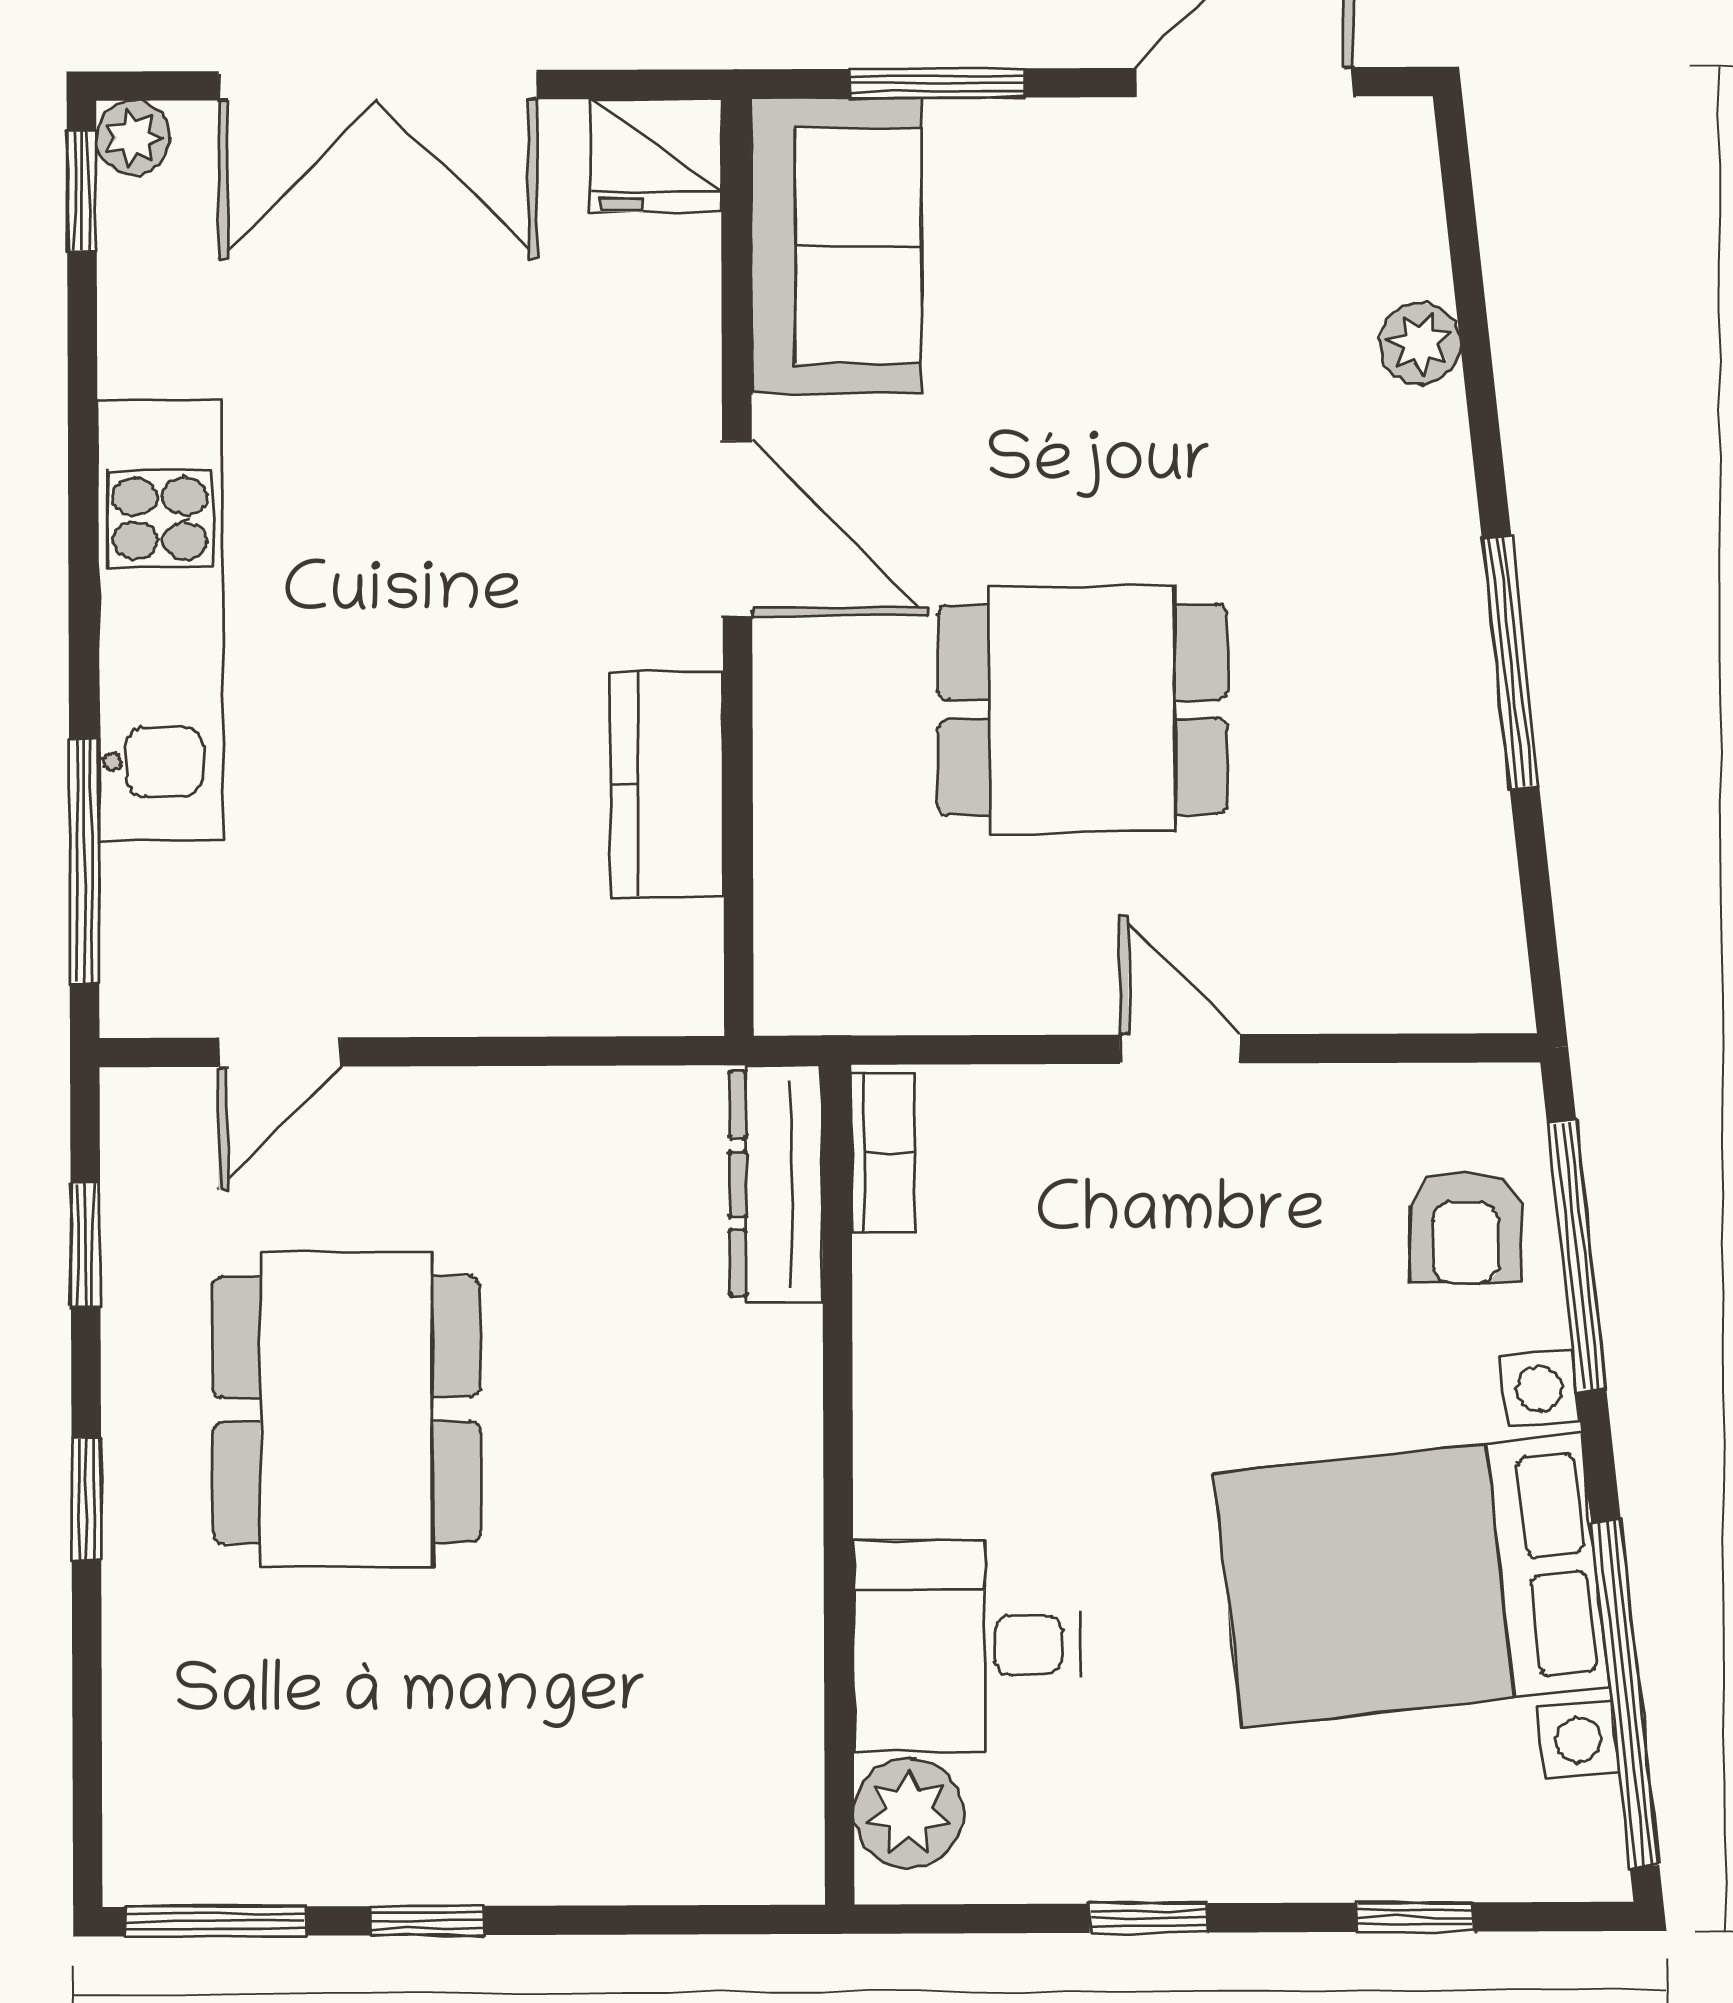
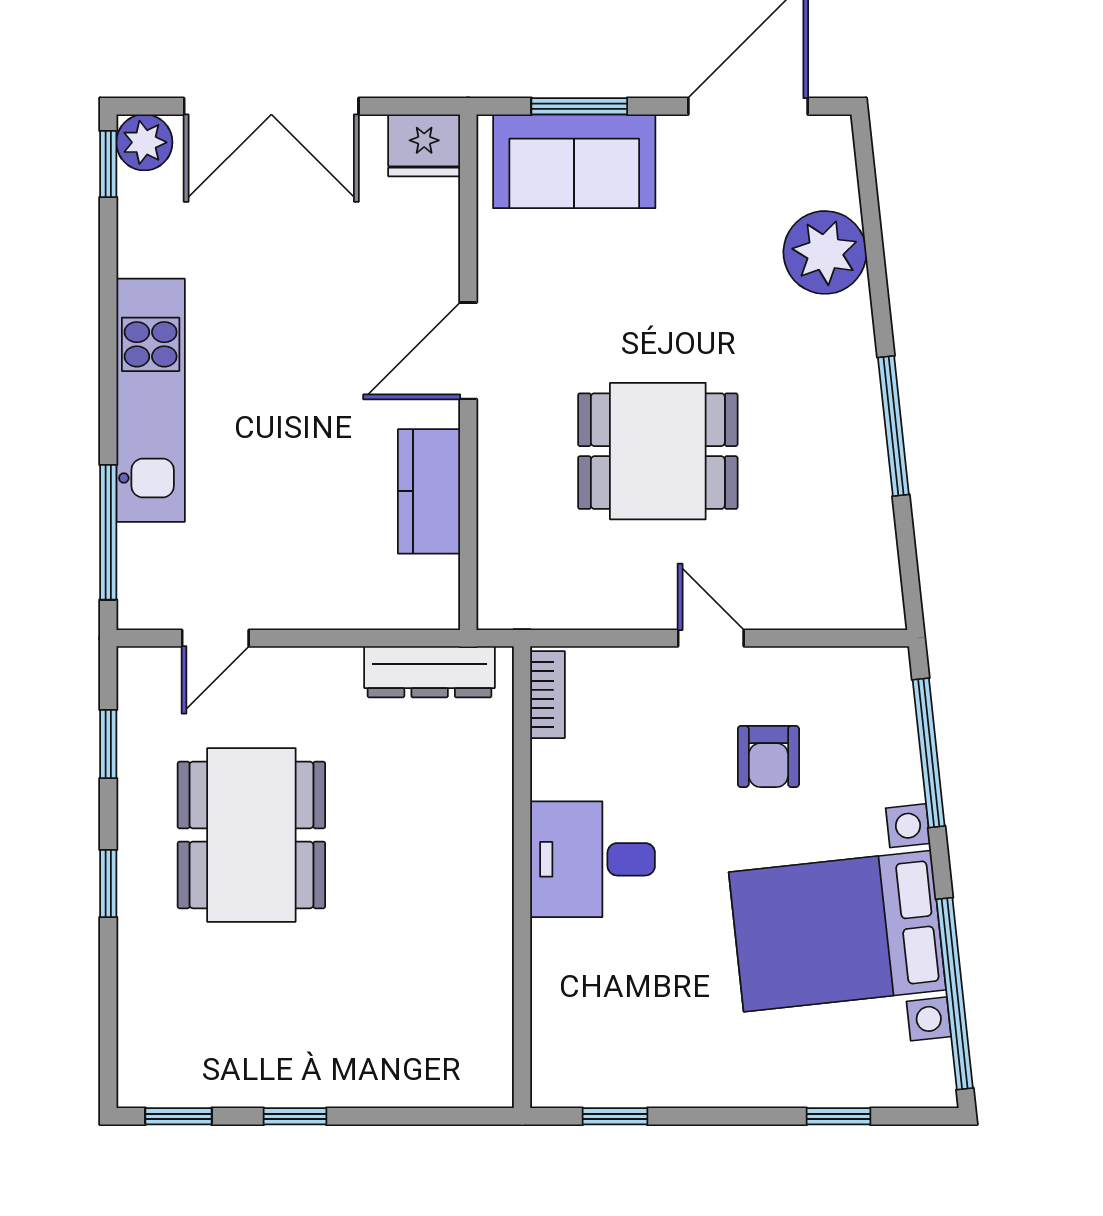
plant: (133, 138) -> (144, 142), width x1.38, depth x1.38
sofa: (836, 246) -> (574, 161), moved, turned 90
plant: (1420, 344) -> (825, 252), width x1.87, depth x1.87
door: (737, 528) -> (468, 351), swing flipped
dresser: (776, 1184) -> (430, 672), moved, turned -90
armchair: (1466, 1227) -> (768, 756), moved
desk: (967, 1645) -> (592, 859), moved
plant: (909, 1813) -> (560, 1058), removed
window: (1149, 1918) -> (615, 1116), moved
window: (216, 1921) -> (179, 1116), width x0.67

